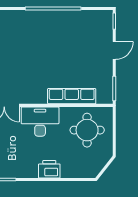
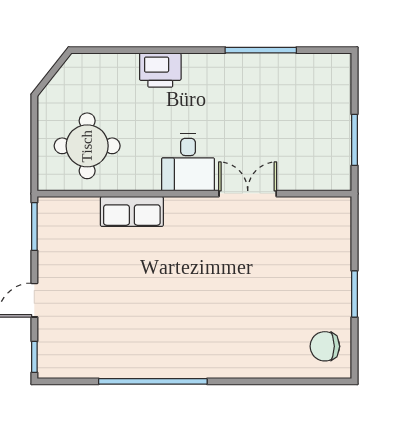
row of seats: (72, 96) -> (132, 211), width x0.68
desk: (40, 122) -> (188, 162), width x0.73

